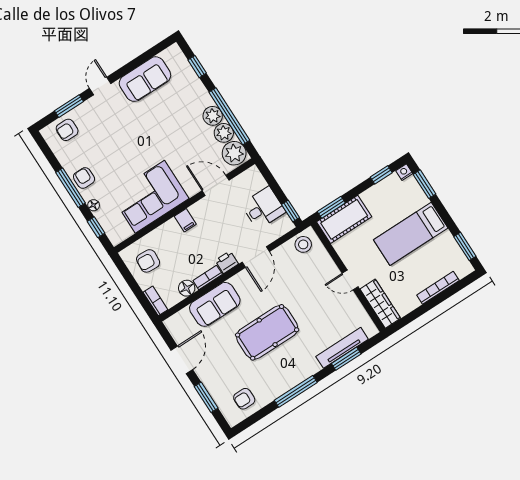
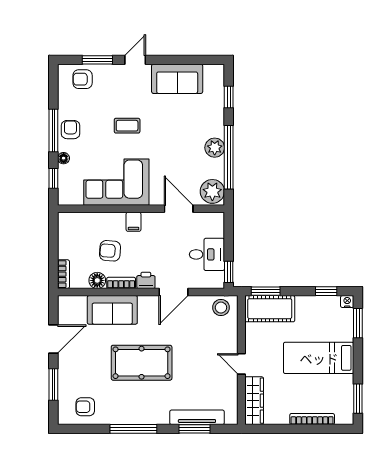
plant: (224, 133) -> (215, 168), removed
coffee table: (129, 144) -> (127, 126), added
armchair: (148, 261) -> (110, 251), moved

